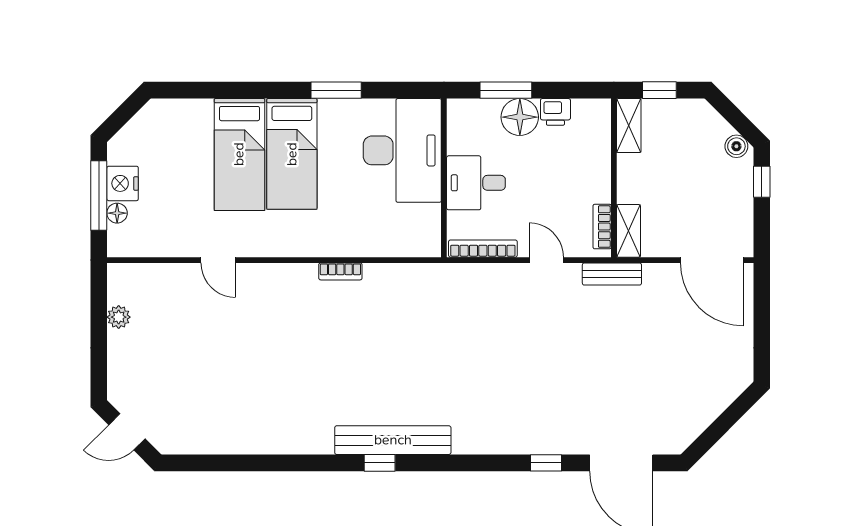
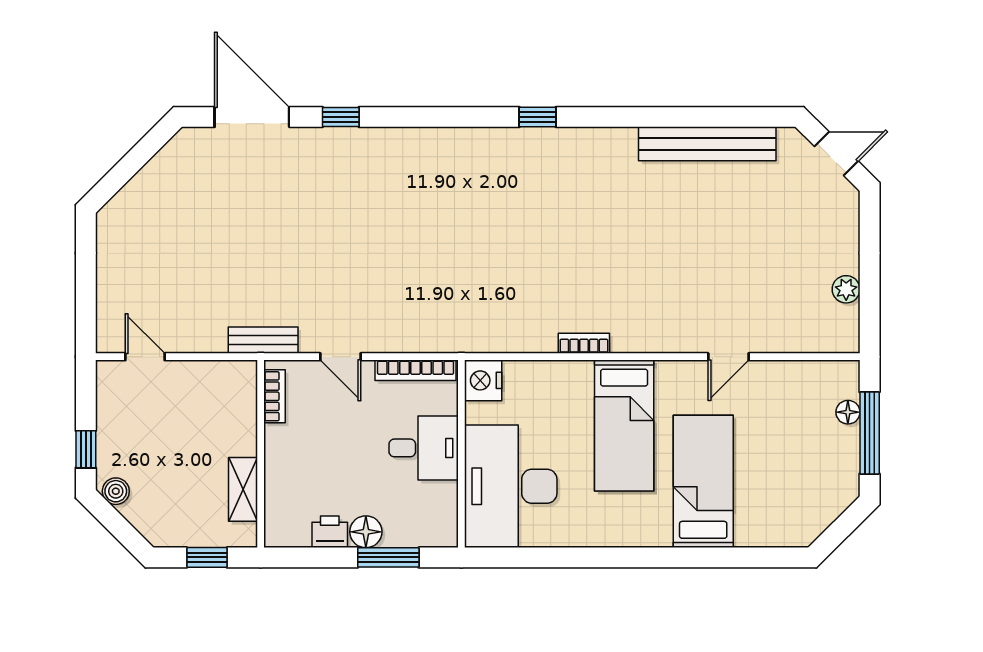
window: (336, 90) -> (589, 557), removed
floor lamp: (520, 117) -> (366, 532), width x0.73, depth x0.73
shelving: (629, 126) -> (243, 489), moved
bed: (292, 154) -> (624, 425), moved, turned 180
nightstand: (123, 183) -> (483, 380), moved, turned 180
shelving: (628, 231) -> (243, 391), removed
door: (218, 260) -> (728, 357), swing flipped
door: (712, 260) -> (145, 357), width x0.53
bench: (393, 440) -> (707, 144), moved

